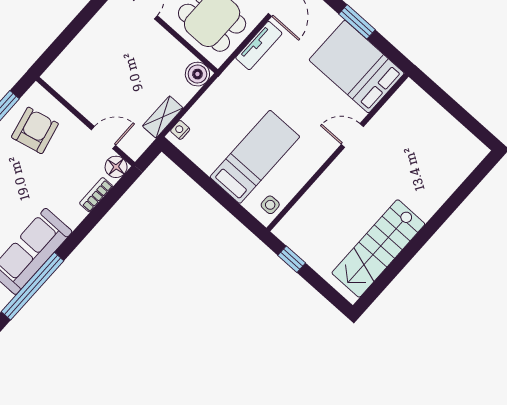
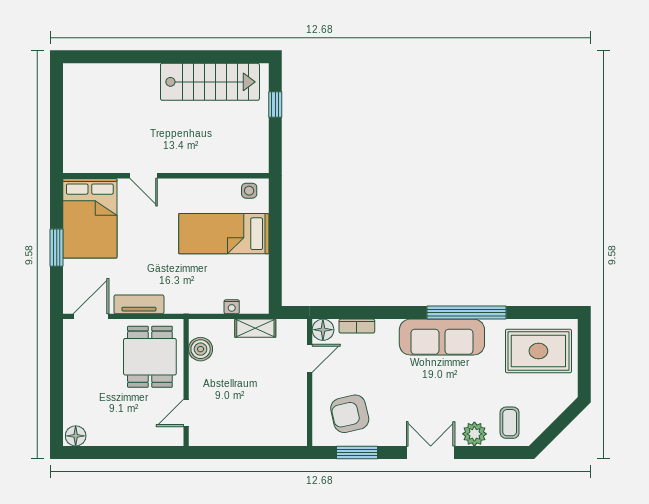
boiler: (197, 74) -> (201, 349), moved
nightstand: (180, 130) -> (232, 307), moved
door: (103, 138) -> (310, 358), swing flipped
window: (292, 259) -> (275, 105), moved

